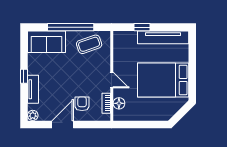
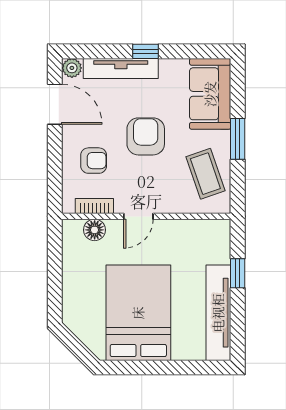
window: (71, 27) -> (238, 139), width x0.47
armchair: (69, 76) -> (146, 136), added
tv unit: (33, 89) -> (121, 68), width x1.41
door: (63, 124) -> (55, 104), moved

